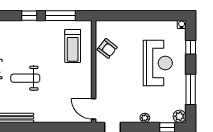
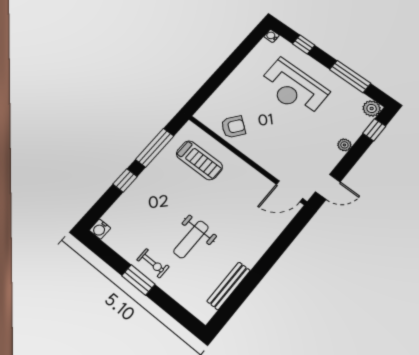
reception desk: (158, 63) -> (293, 88), turned 180

